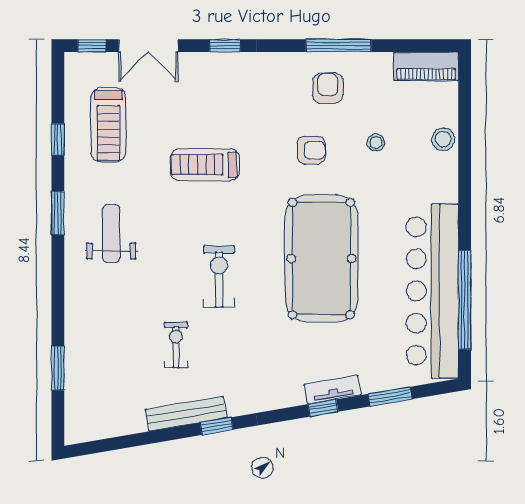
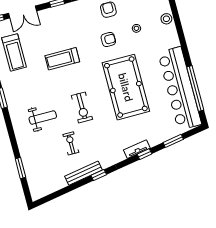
weight bench: (111, 233) -> (43, 118), moved, turned 90
exercise bike: (219, 277) -> (82, 107), turned 180
tv unit: (333, 390) -> (137, 149), moved

